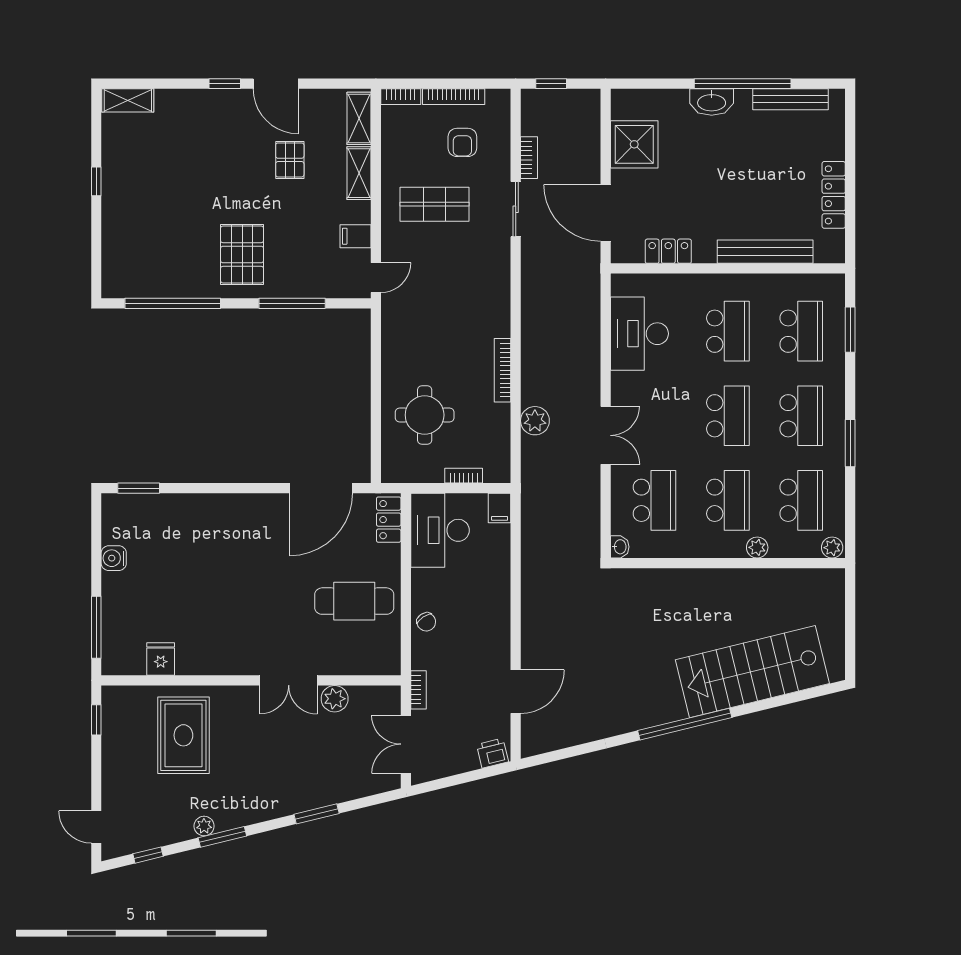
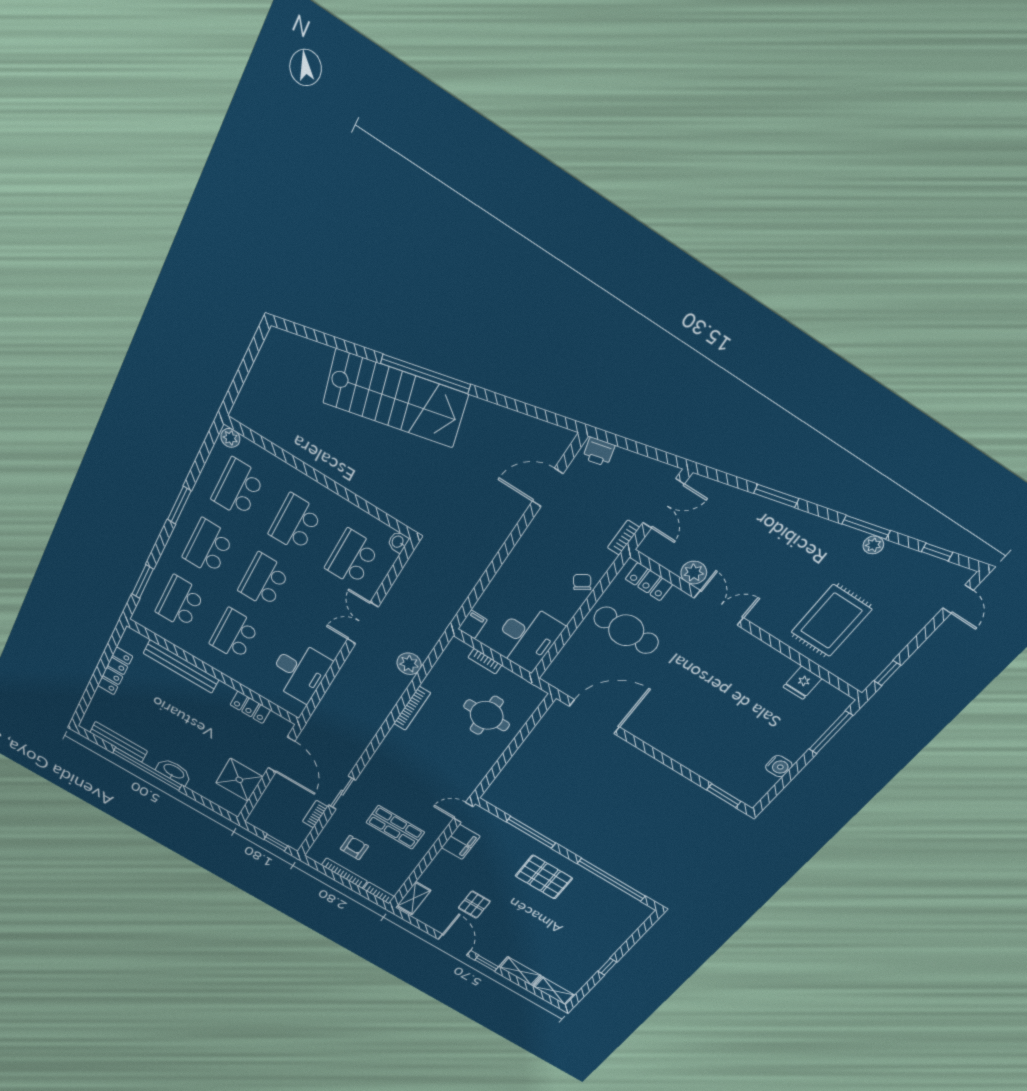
shelving: (359, 173) -> (520, 971), moved, turned 90
filing cabinet: (355, 236) -> (461, 842), width x2.00
pallet: (242, 254) -> (544, 877), turned 90
locker: (389, 520) -> (649, 582), moved, turned 90
plant: (757, 547) -> (290, 475), removed
stairs: (752, 672) -> (395, 399), moved

